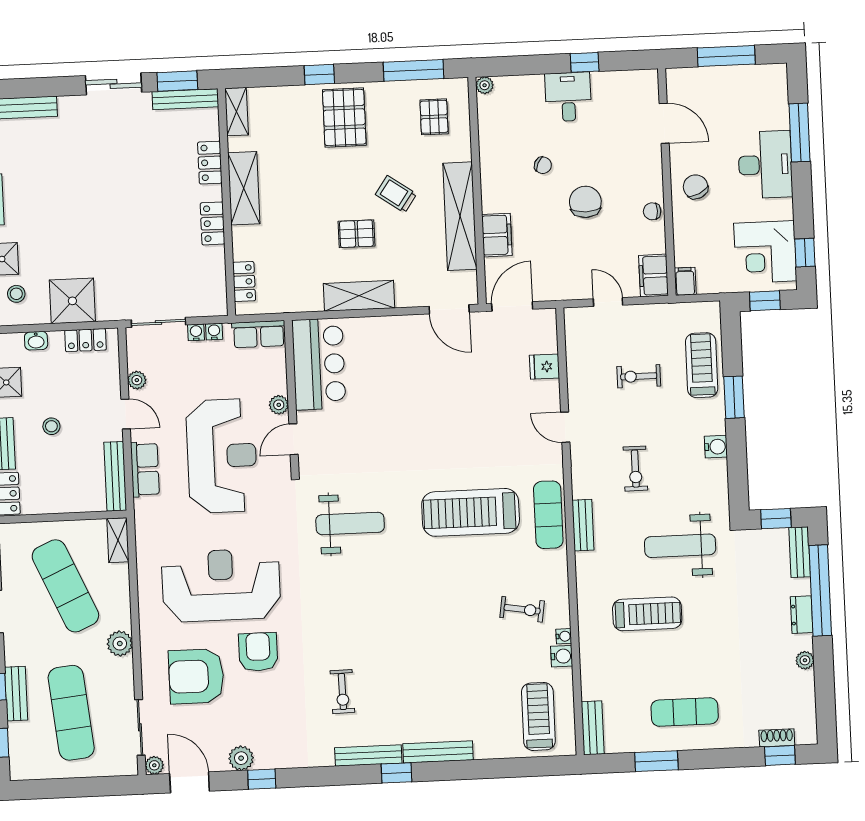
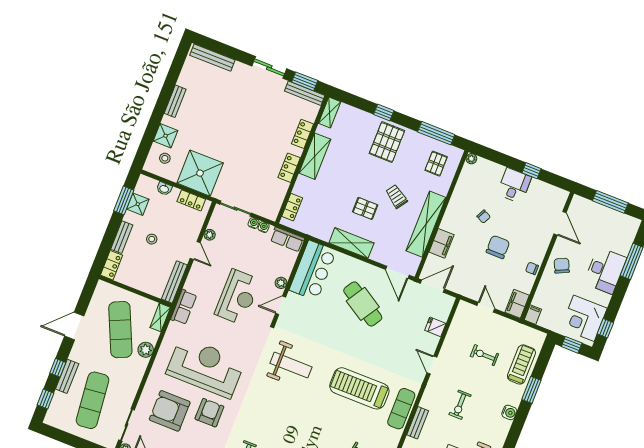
shower: (72, 301) -> (200, 173), width x1.37, depth x1.37
cafe table: (418, 381) -> (363, 304), added
reception desk: (222, 456) -> (237, 297), width x0.74, depth x0.77
row of seats: (145, 469) -> (184, 307), moved
plant: (120, 644) -> (146, 350), moved

